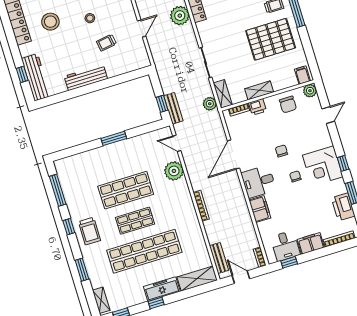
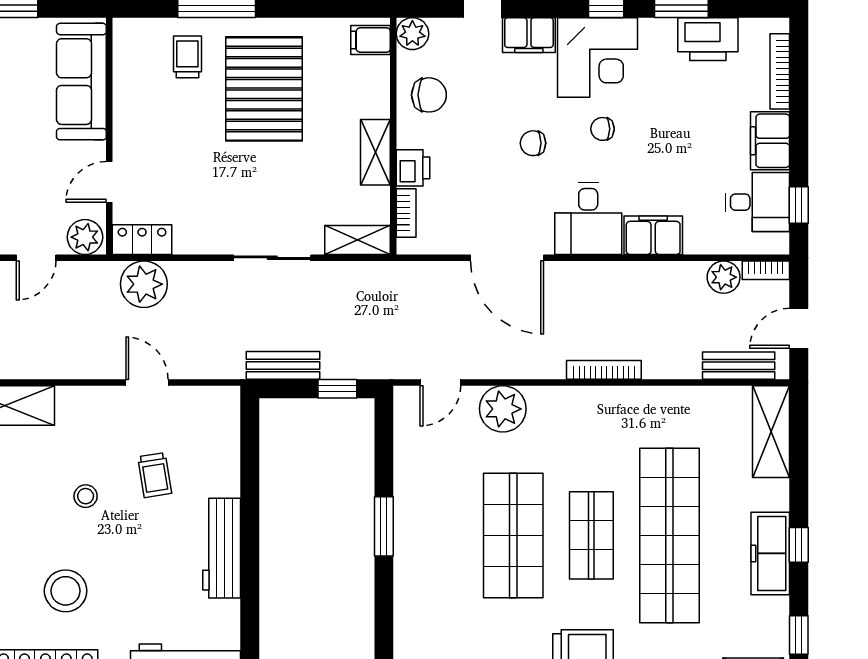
plant: (210, 104) -> (724, 277), moved
bench: (173, 108) -> (283, 365), moved
filing cabinet: (323, 136) -> (529, 35), added
freezer: (162, 289) -> (770, 553), moved

